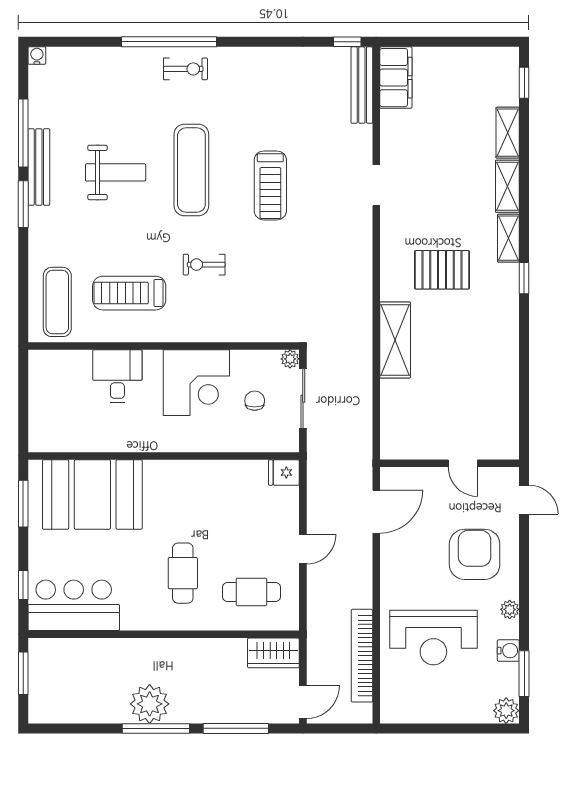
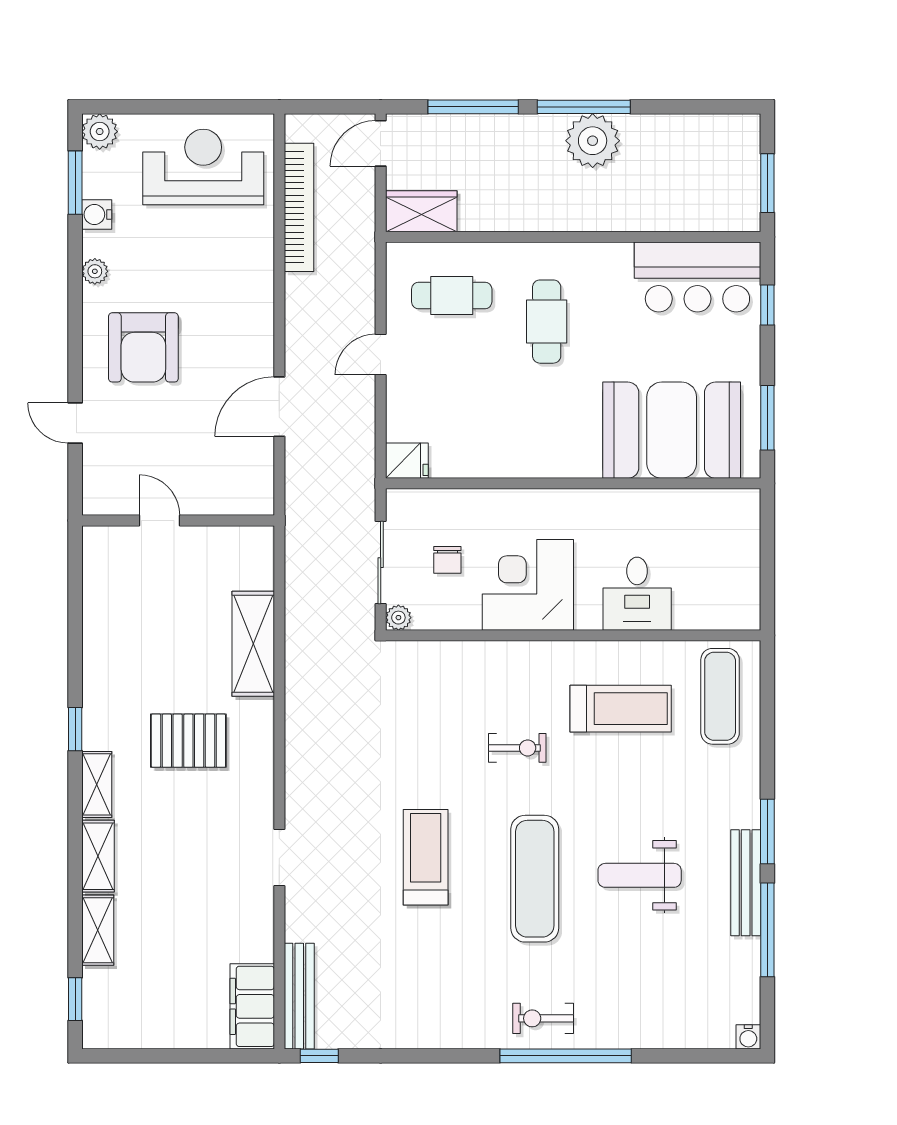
wall: (449, 463) -> (178, 521), moved
door: (463, 463) -> (159, 521), moved
reception desk: (433, 637) -> (203, 167), moved

